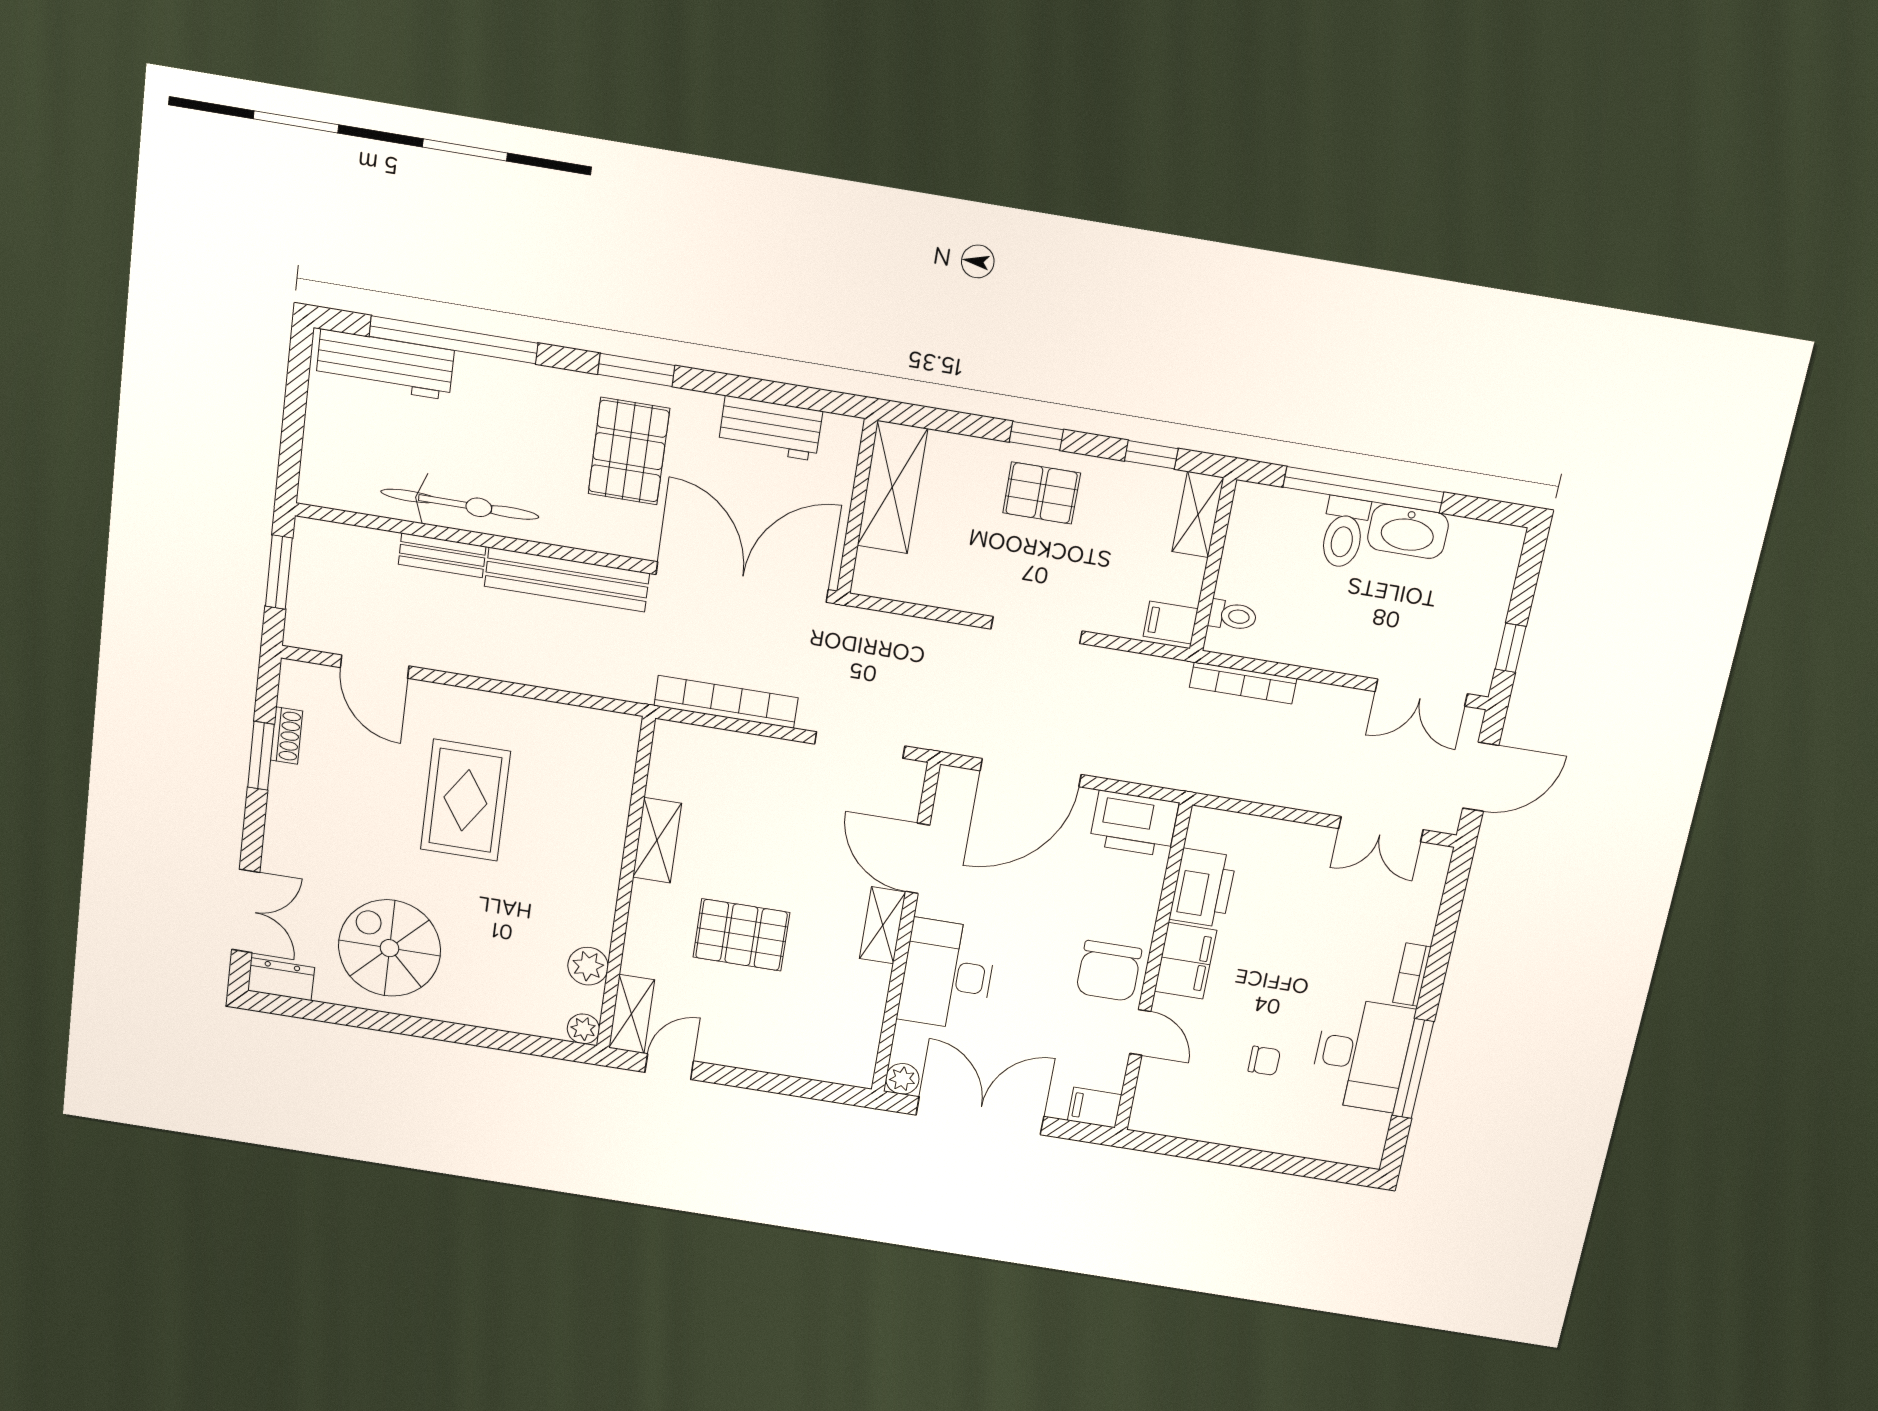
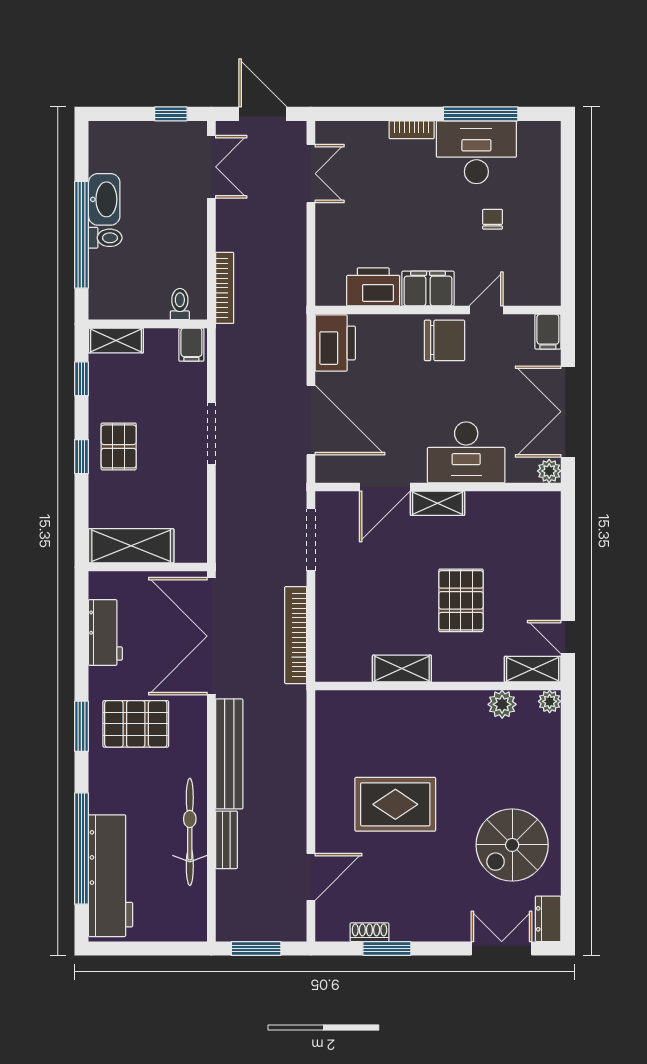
workbench: (385, 365) -> (111, 876), width x1.36, depth x1.32
toilet: (1344, 532) -> (105, 238), width x0.73, depth x0.72

